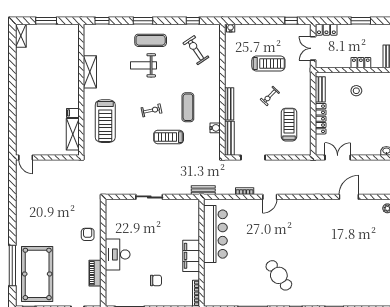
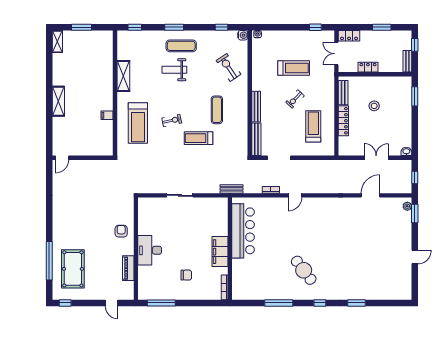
exercise bike: (196, 50) -> (228, 67), moved
locker: (361, 63) -> (368, 67), moved
stool: (356, 91) -> (374, 106), moved
exercise bike: (151, 110) -> (172, 120), moved
water cooler: (215, 128) -> (243, 35), moved
shelving: (73, 134) -> (58, 101), moved
door: (26, 158) -> (62, 158), hinge flipped
double door: (338, 158) -> (376, 158), moved
pool table: (37, 274) -> (73, 269), width x0.73, depth x0.76

